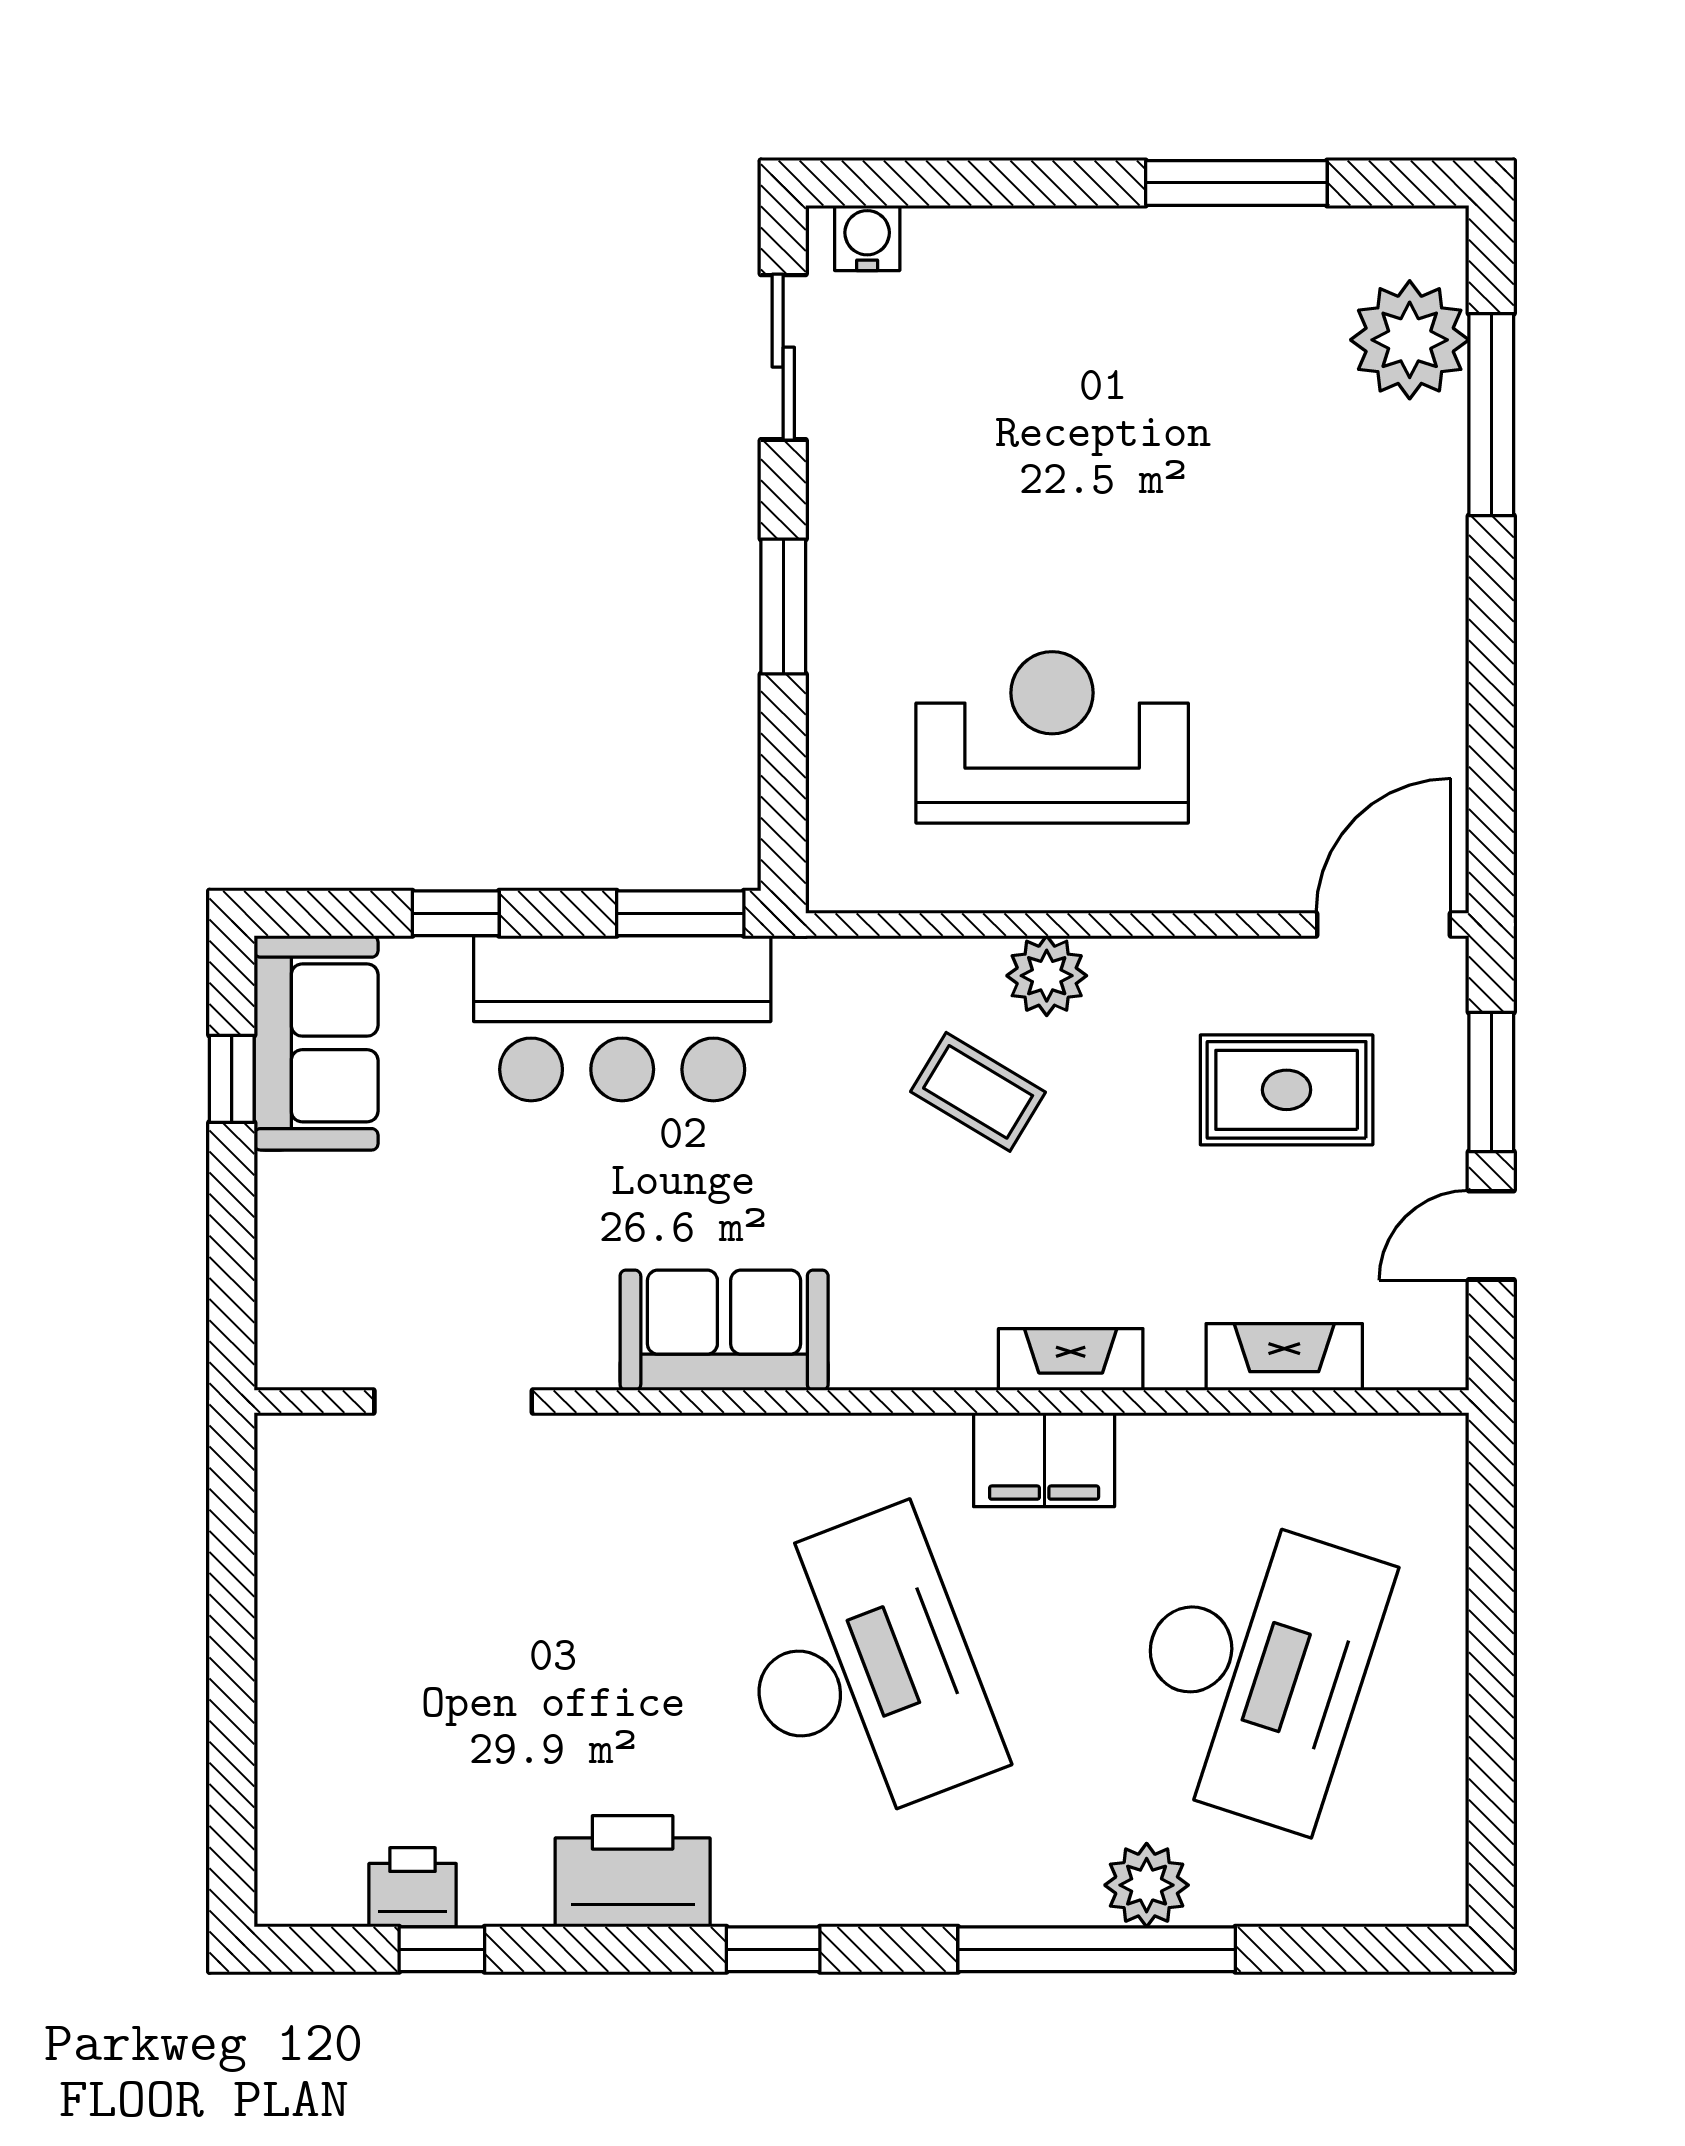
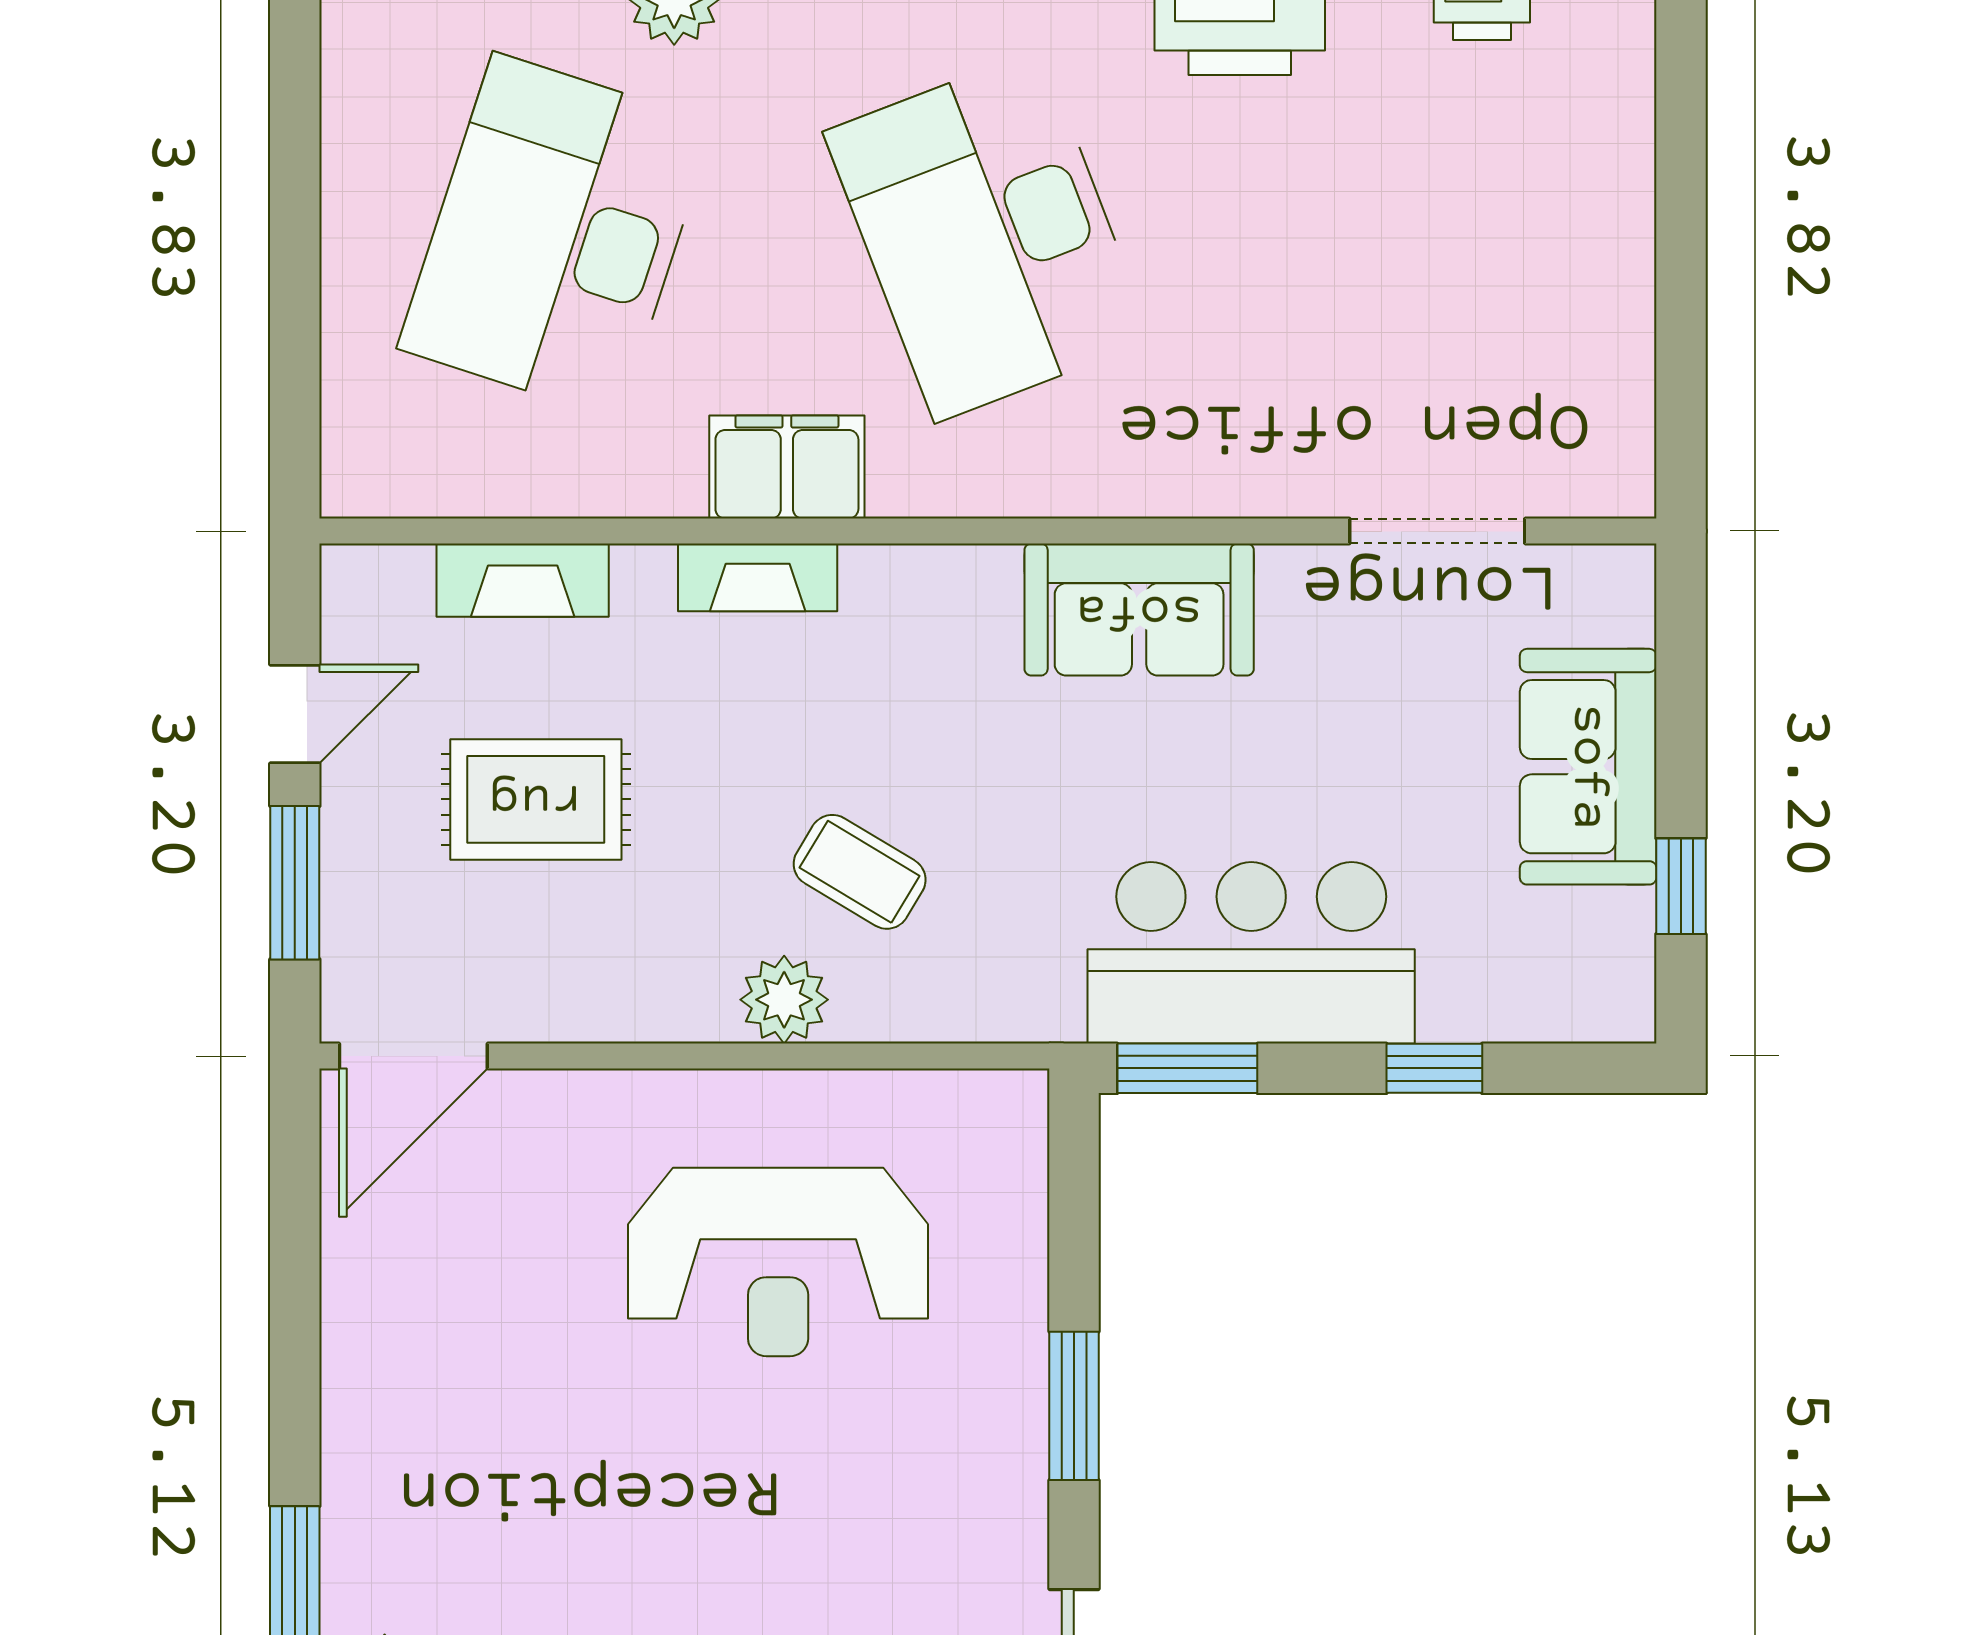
sofa: (316, 1043) -> (1588, 767), moved
rug: (1287, 1090) -> (536, 799), moved

